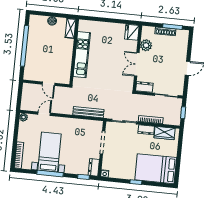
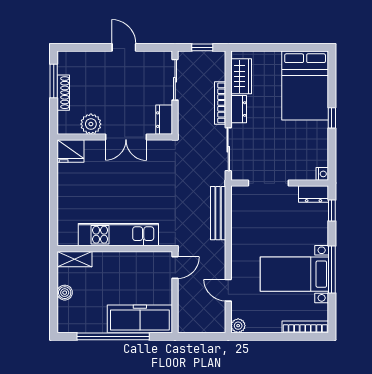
freezer: (33, 62) -> (140, 319), added
door: (49, 84) -> (175, 267), moved

